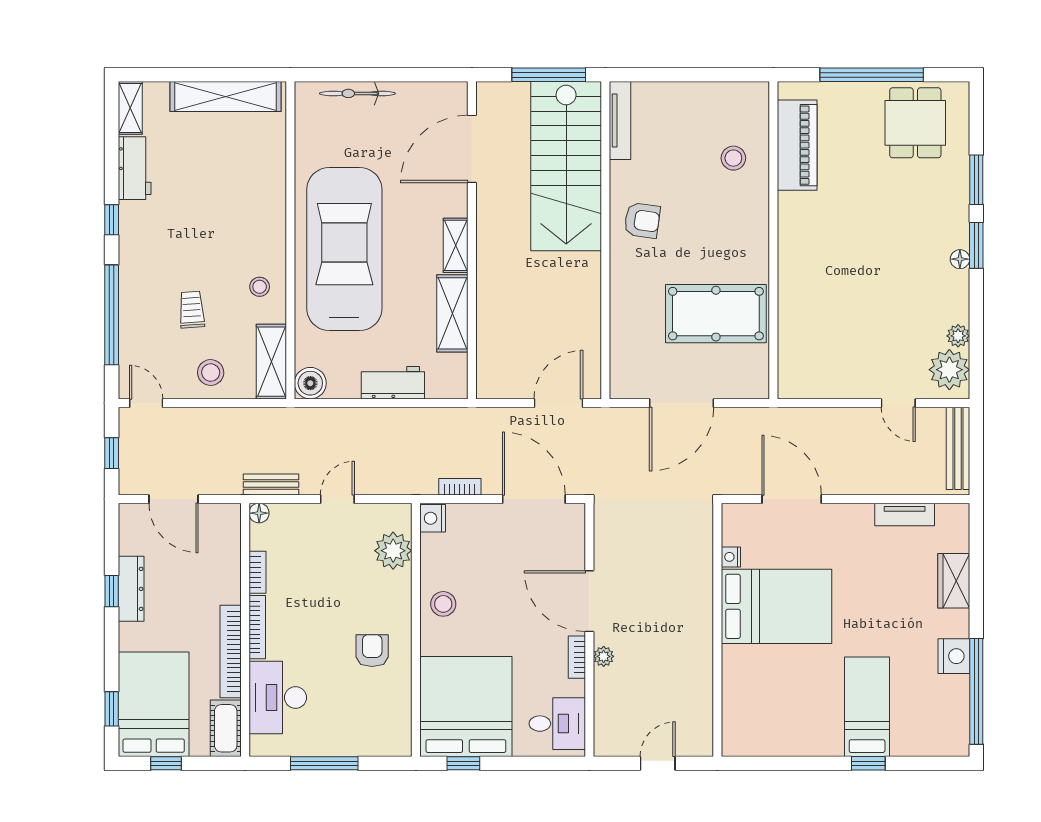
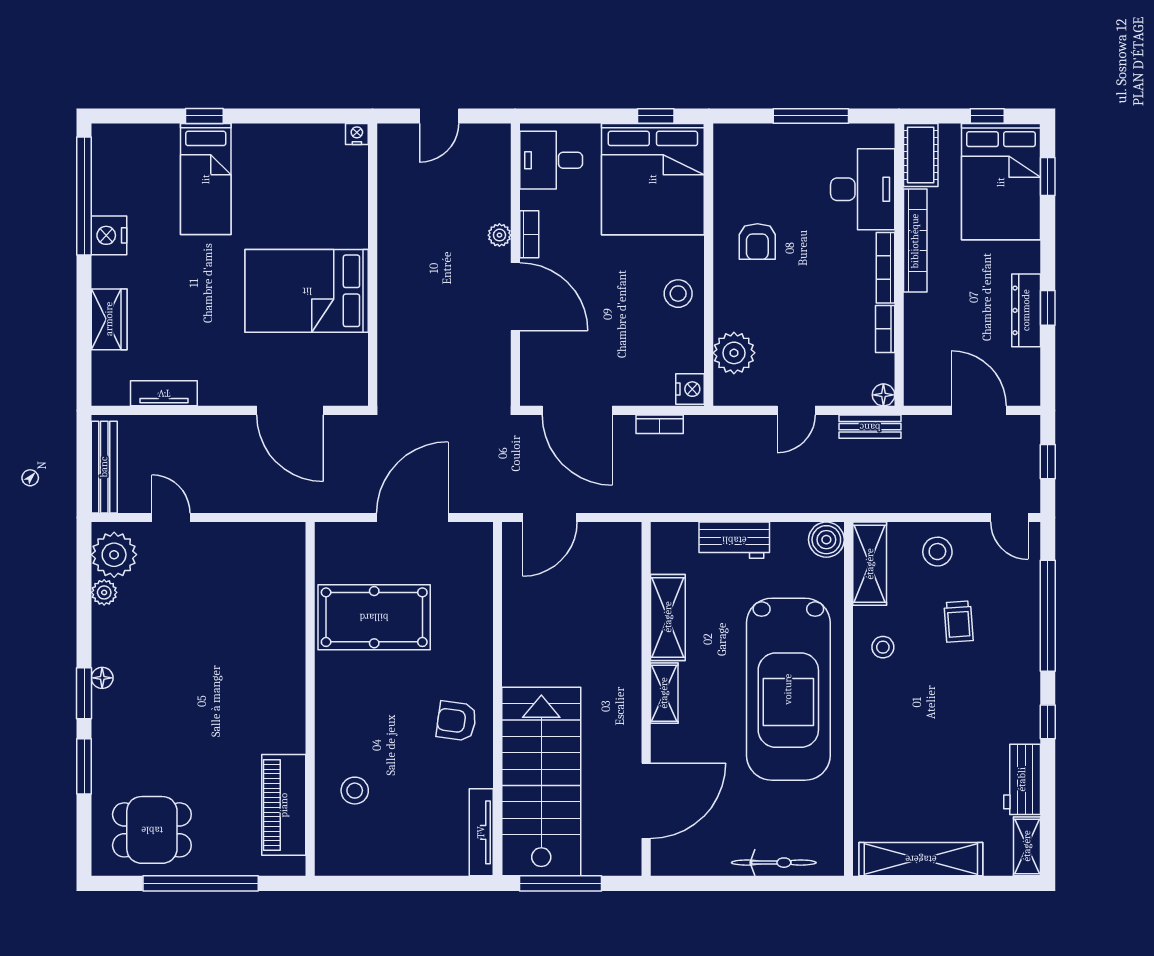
dining table: (915, 123) -> (152, 830), turned 90
nightstand: (731, 557) -> (357, 134), moved, turned -90

